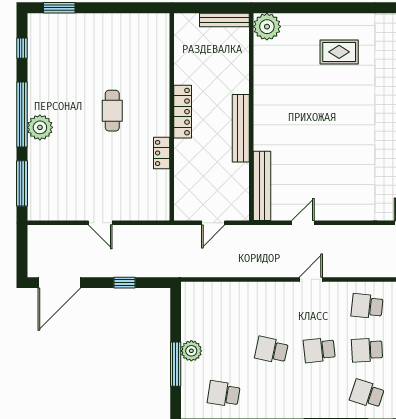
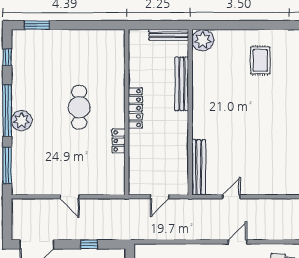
rug: (339, 52) -> (260, 60), turned 90
cafe table: (112, 111) -> (79, 107), width x1.37, depth x1.35
bench: (241, 128) -> (182, 84), moved

